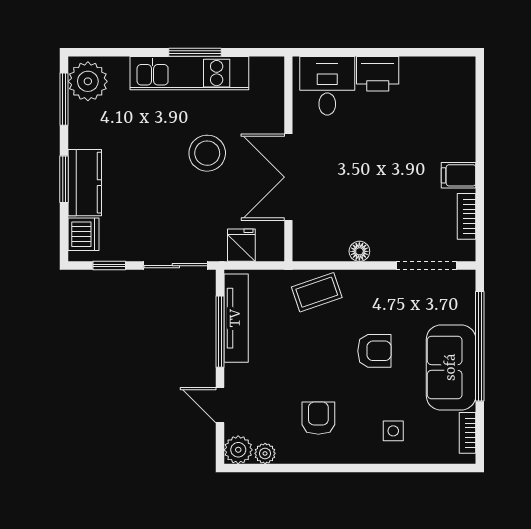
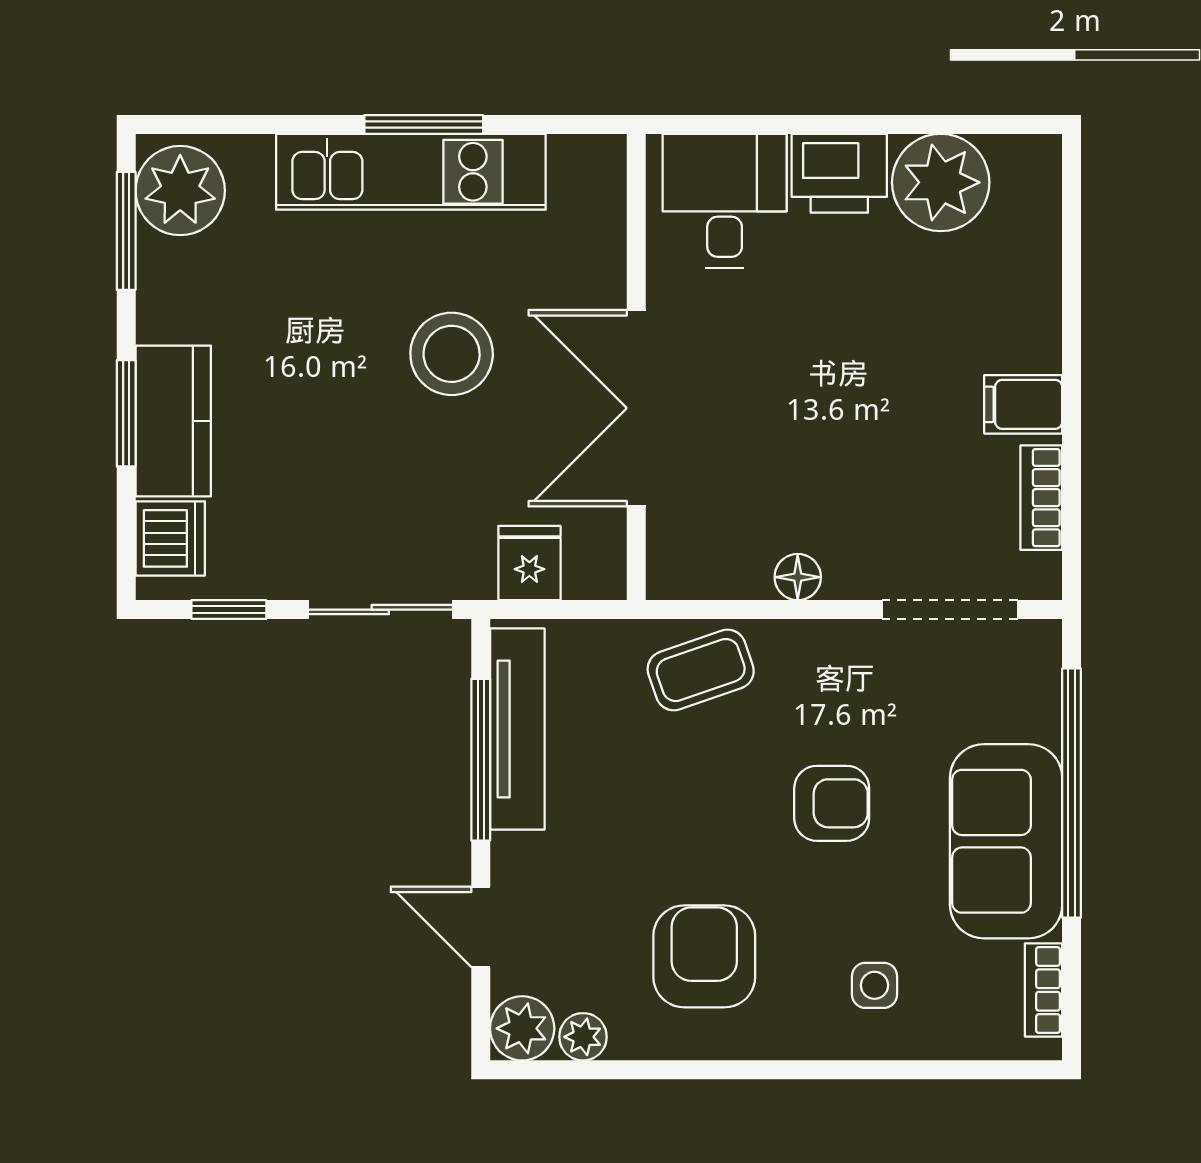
plant: (422, 78) -> (941, 182), added
armchair: (318, 418) -> (704, 956), width x1.38, depth x1.38

